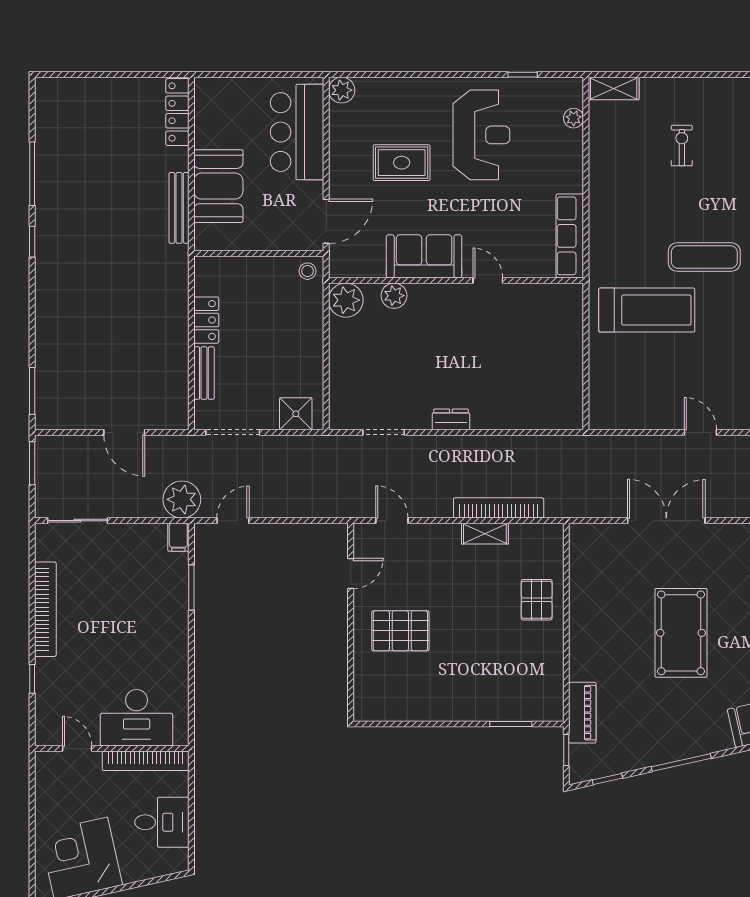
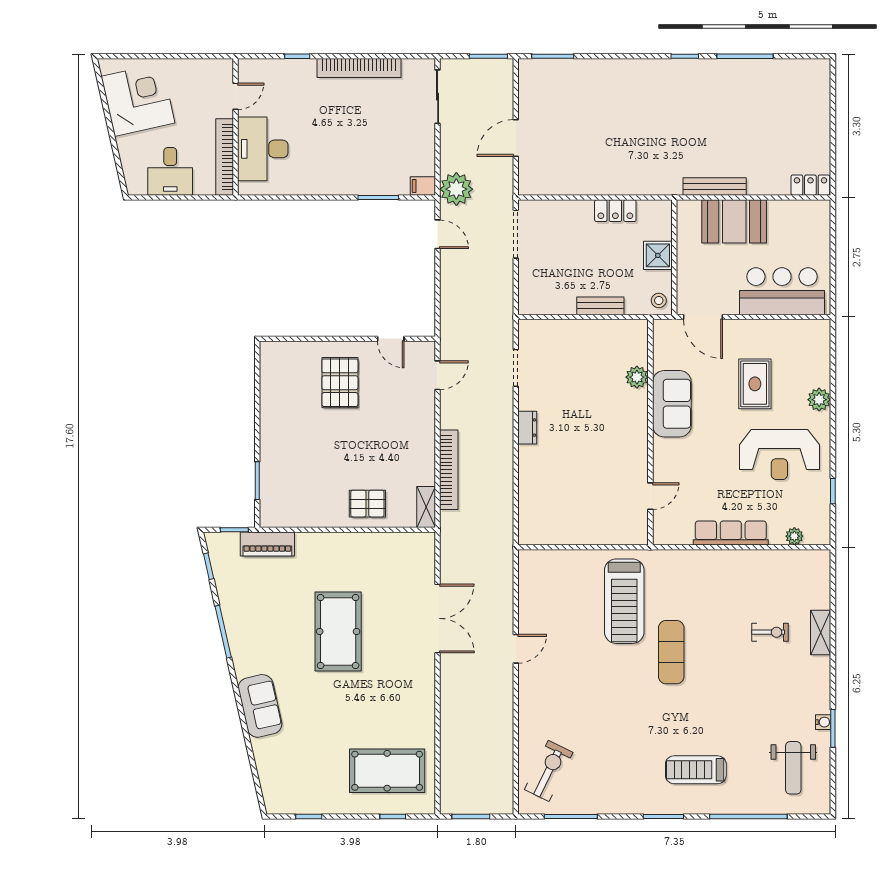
shelving: (614, 88) -> (821, 632), moved
plant: (342, 90) -> (819, 400), moved
locker: (177, 112) -> (810, 185), width x0.66
row of seats: (570, 236) -> (731, 533), moved
door: (488, 280) -> (650, 496), moved
plant: (346, 300) -> (633, 334), removed
bench: (204, 373) -> (600, 306), moved
shower: (296, 414) -> (658, 255), moved
shelving: (485, 534) -> (426, 507), moved
pool table: (681, 633) -> (338, 631), turned 90

